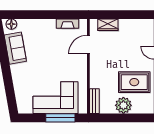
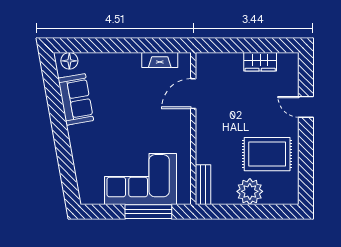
wardrobe: (108, 25) -> (260, 62), moved

